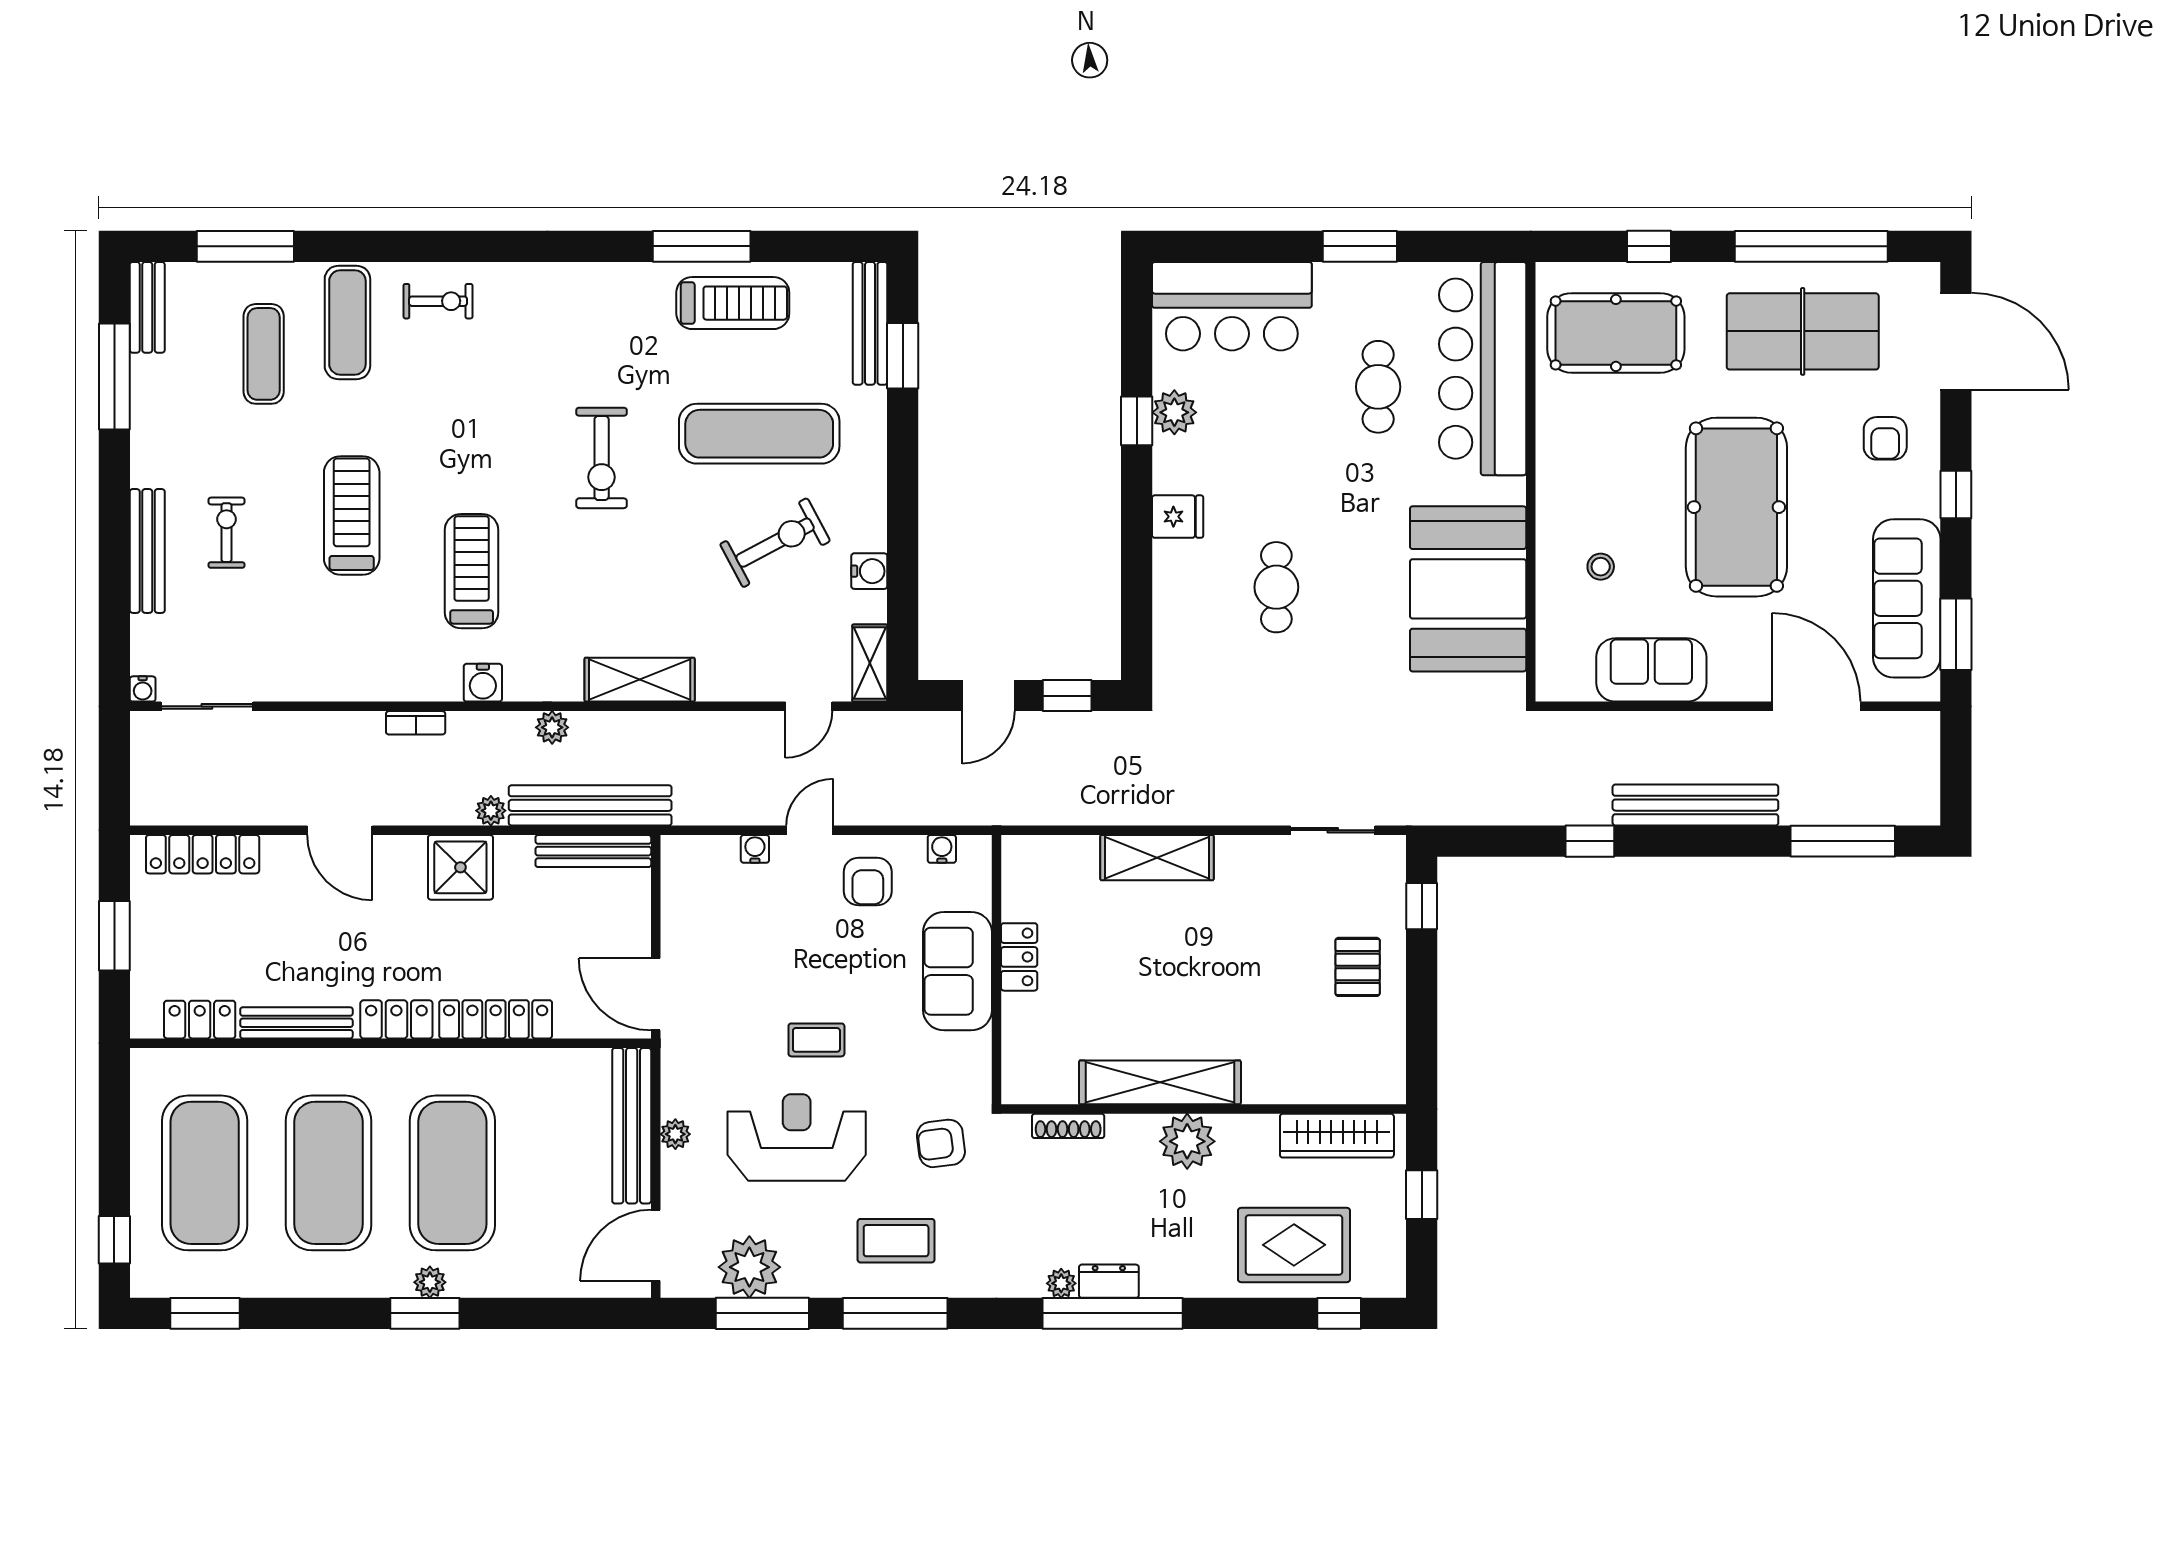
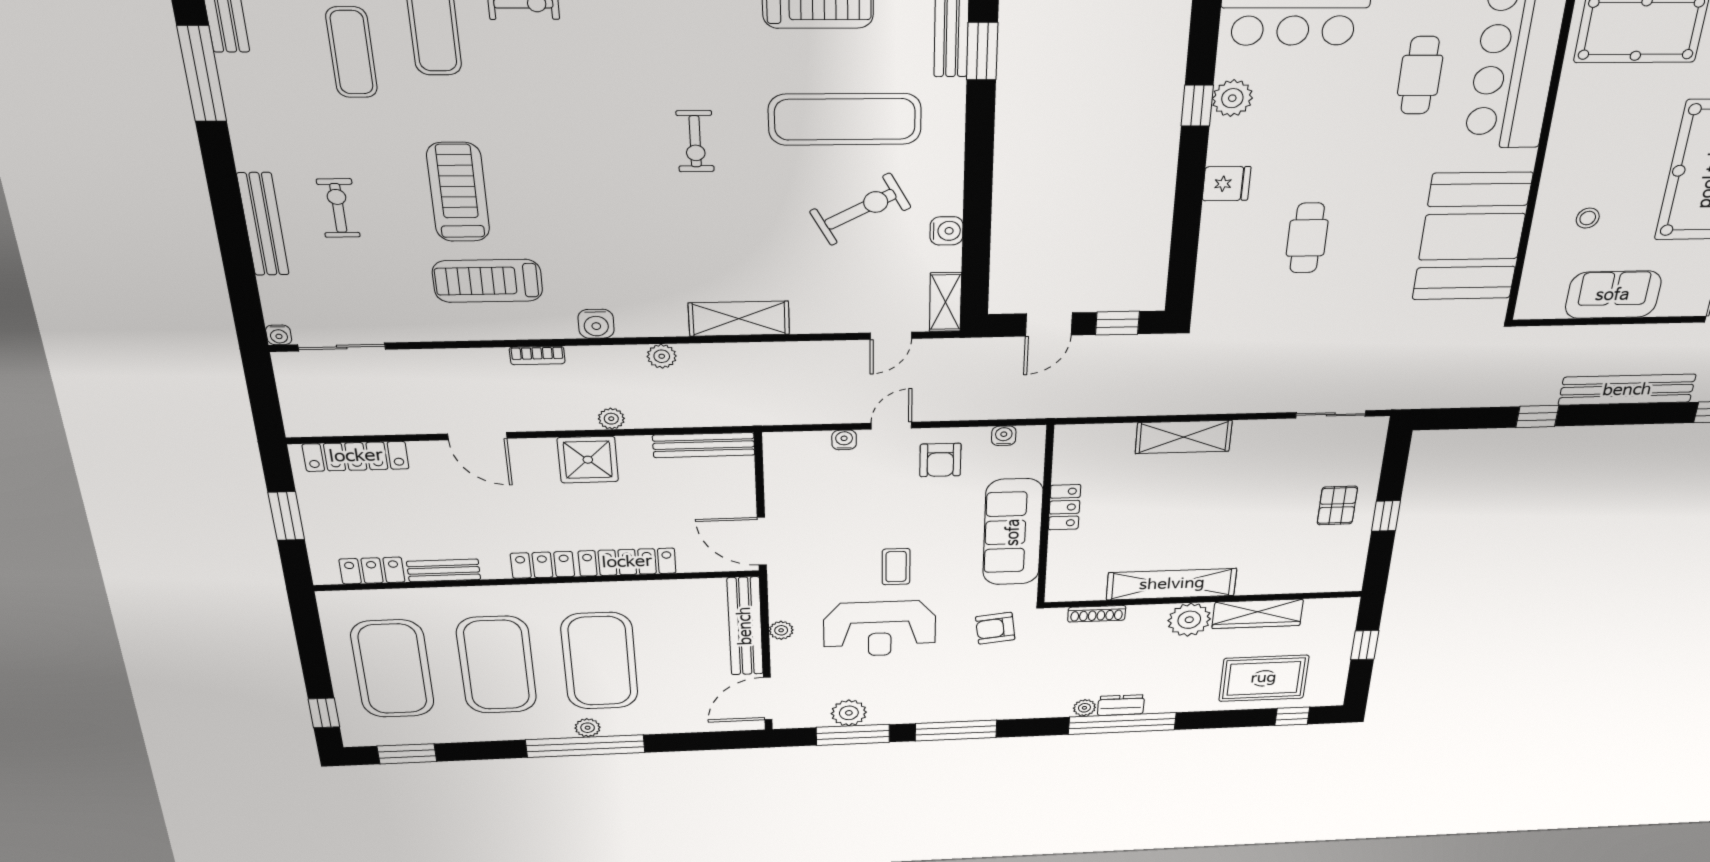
exercise bike: (602, 458) -> (695, 141), width x0.73, depth x0.72
treadmill: (472, 571) -> (488, 281), moved, turned -90
bench: (590, 805) -> (699, 413), removed
window: (1422, 906) -> (1386, 516), moved
sofa: (958, 971) -> (1013, 532), width x1.36
bench: (296, 1023) -> (444, 570), width x0.73
coffee table: (816, 1040) -> (896, 567), turned 90
wardrobe: (1337, 1136) -> (1258, 614), moved
reception desk: (797, 1137) -> (880, 629), turned 180
coffee table: (896, 1241) -> (958, 688), removed
plant: (749, 1267) -> (849, 713), width x0.73, depth x0.73
window: (425, 1313) -> (585, 746), width x2.11

